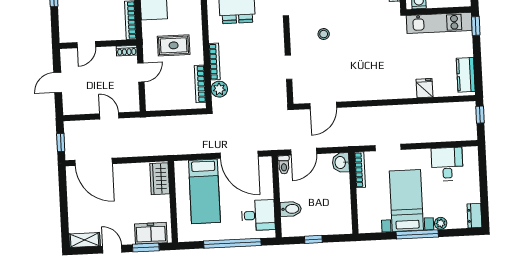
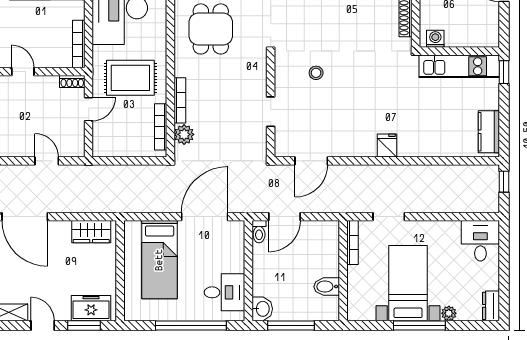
door: (86, 45) -> (23, 72), swing flipped
rug: (174, 45) -> (130, 78), width x1.36, depth x1.43
fridge: (425, 88) -> (387, 146), moved
door: (239, 155) -> (205, 217), swing flipped
washbasin: (341, 163) -> (262, 309), moved, turned 180
desk: (447, 164) -> (480, 241), moved
wardrobe: (160, 179) -> (91, 232), moved, turned -90
bidet: (291, 209) -> (327, 287), moved, turned 180
window: (313, 239) -> (291, 325), width x2.17

